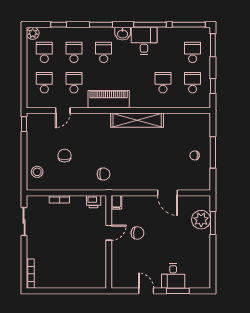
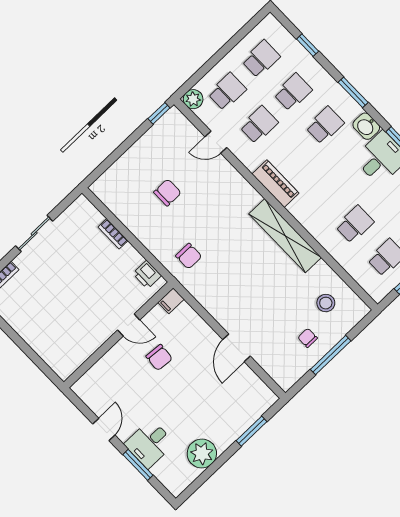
plant: (33, 33) -> (193, 99), moved
piano: (109, 99) -> (275, 184), width x0.73, depth x0.75
stool: (37, 172) -> (326, 303), moved
plant: (201, 220) -> (202, 454), moved
sliding door: (24, 222) -> (34, 233), moved

